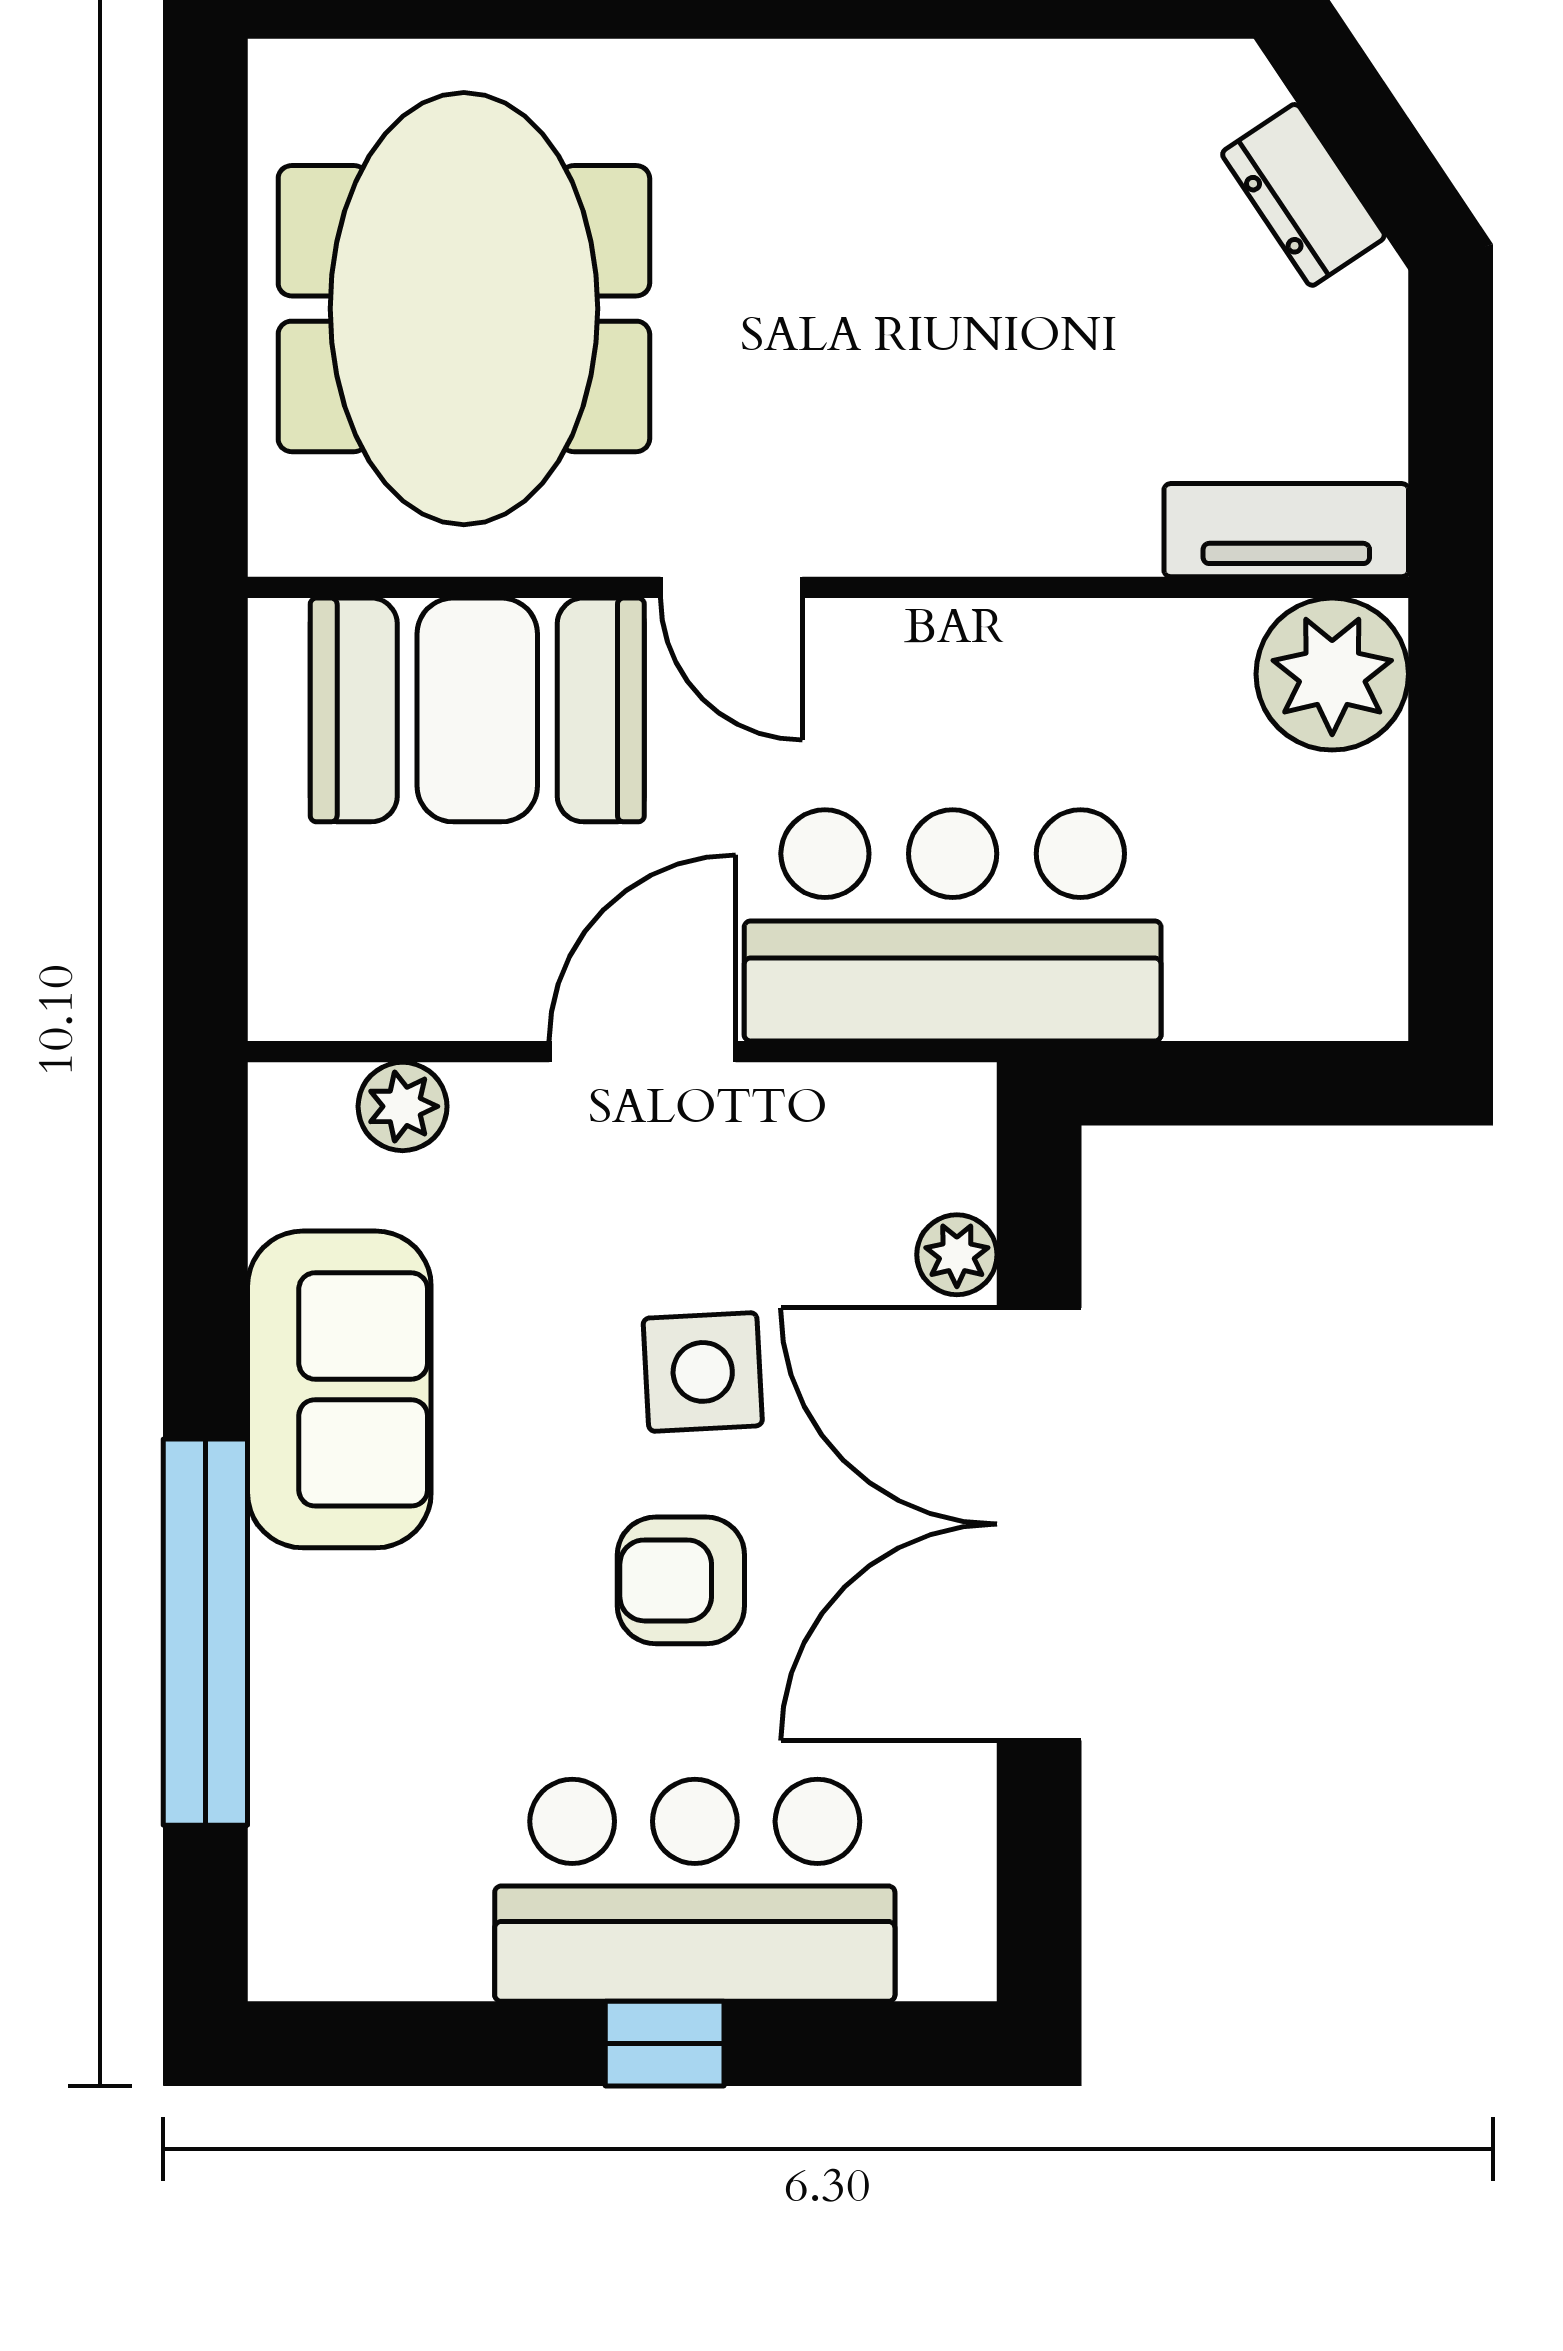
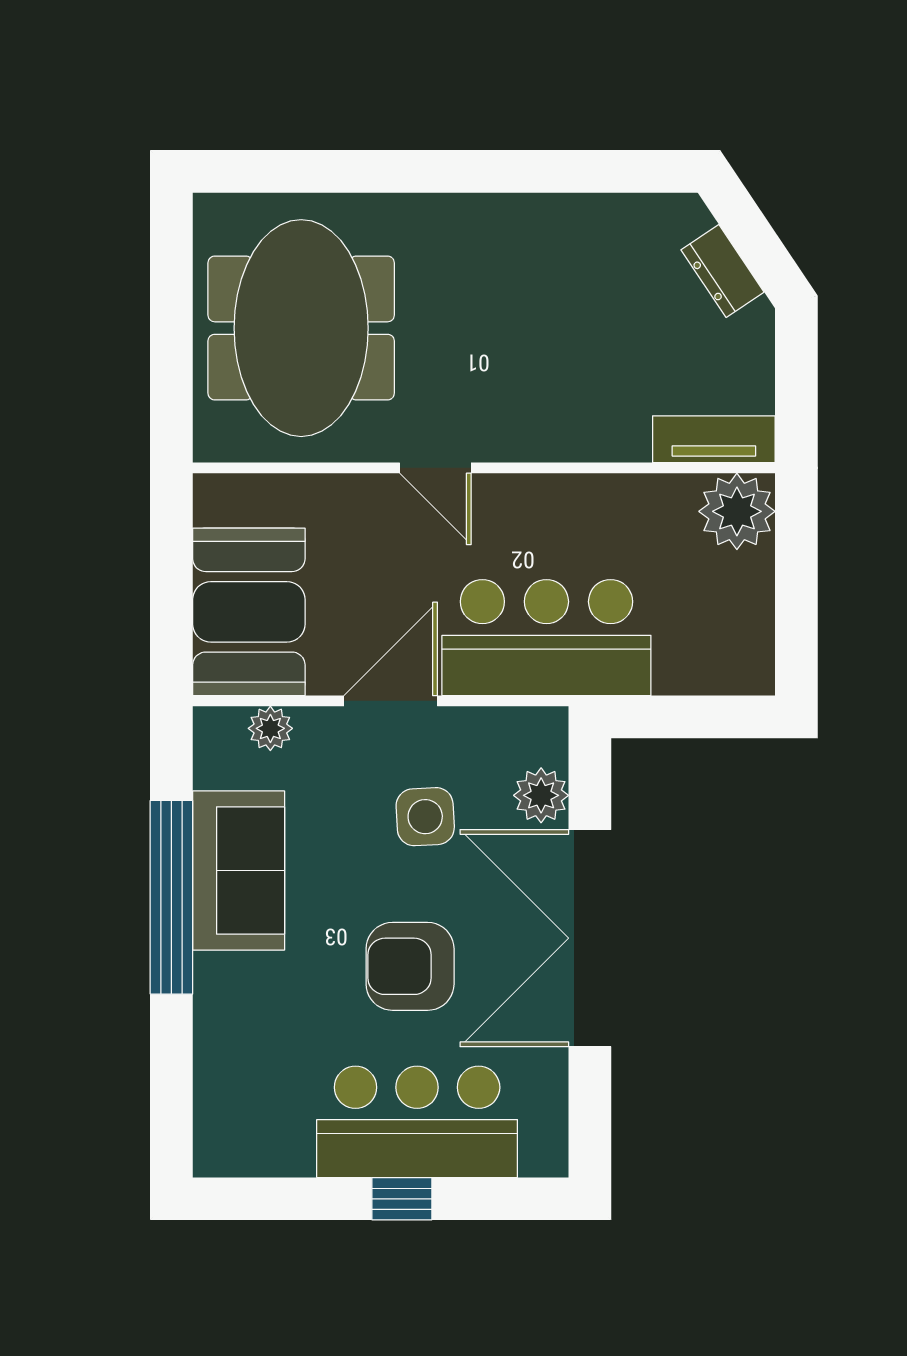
booth: (477, 710) -> (249, 612), moved, turned 90
plant: (957, 1255) -> (541, 795), width x1.38, depth x1.38
side table: (703, 1372) -> (425, 817), moved
armchair: (681, 1580) -> (410, 966), width x1.38, depth x1.38
window: (205, 1632) -> (171, 897), moved

